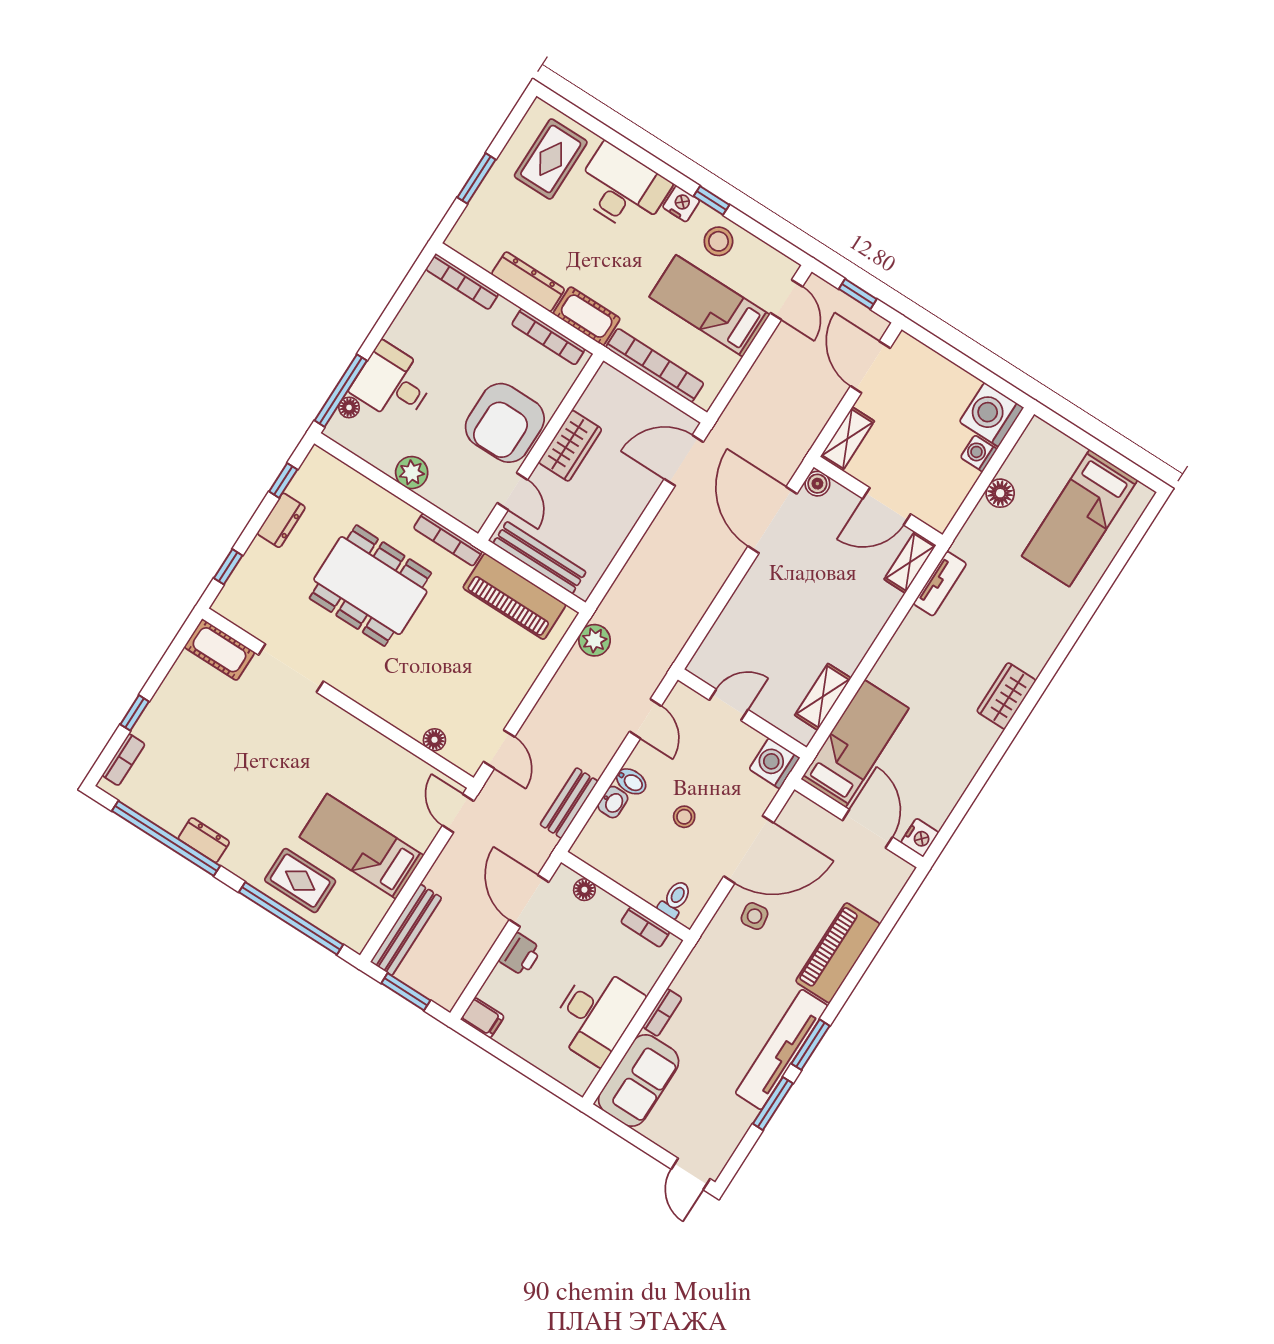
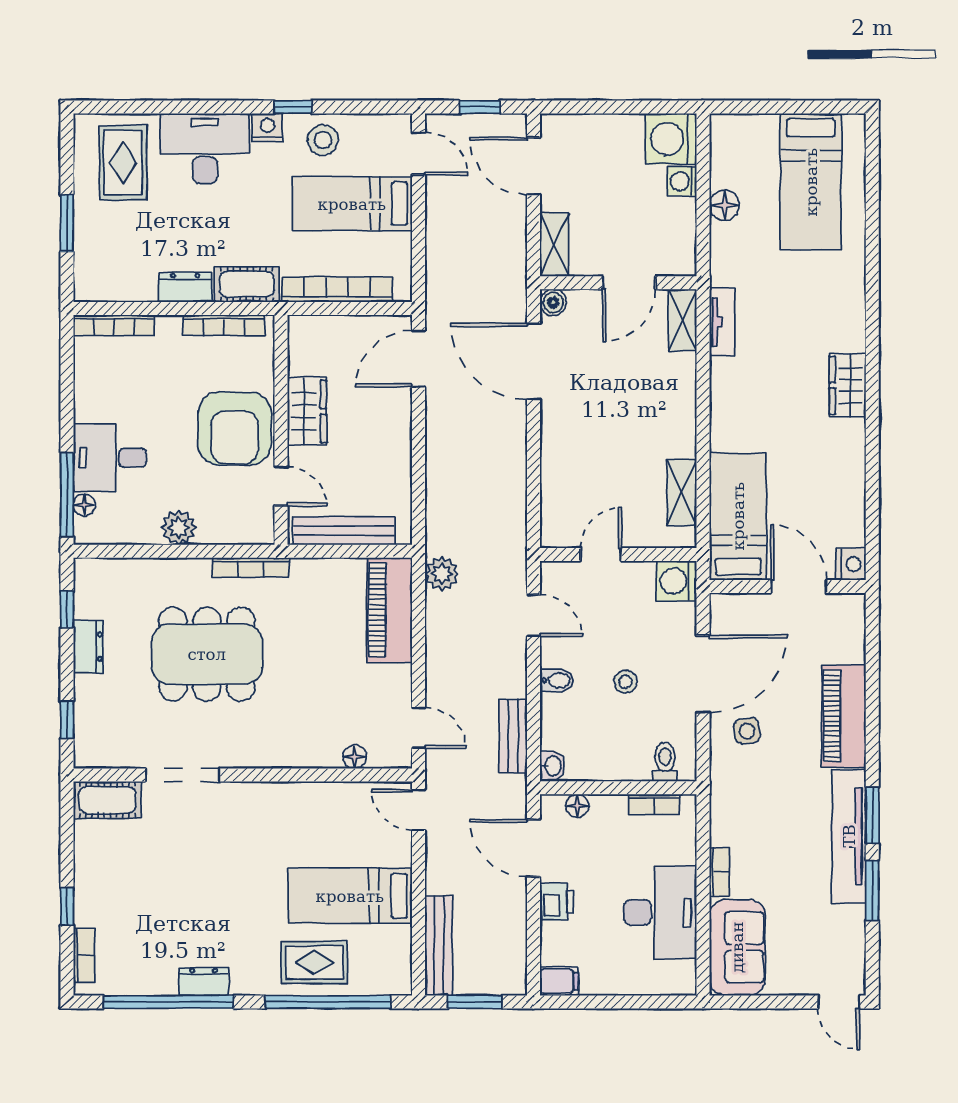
dresser: (528, 282) -> (185, 287), width x0.70
piano: (514, 596) -> (389, 610), moved, turned 90
washbasin: (613, 802) -> (552, 766), moved

